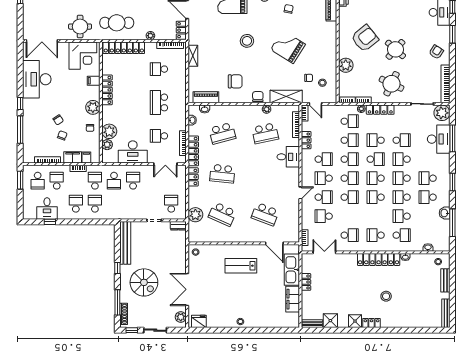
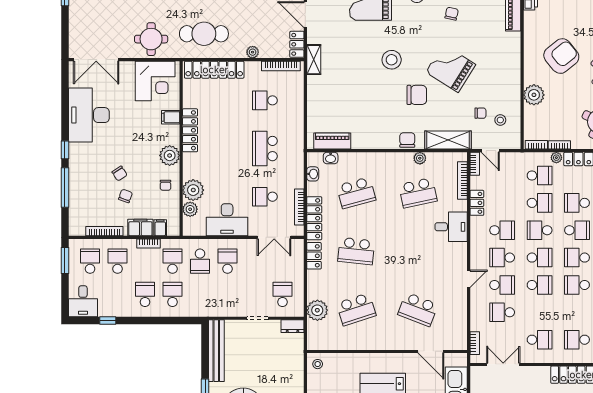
shelving: (193, 56) -> (314, 60), moved
chair: (235, 81) -> (417, 95), moved
school desk: (350, 159) -> (540, 230), turned 180
school desk: (38, 181) -> (90, 261), turned 180
desk: (47, 208) -> (83, 301), moved
school desk: (222, 214) -> (356, 309), turned -42

